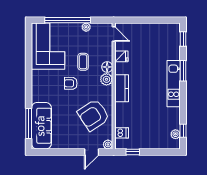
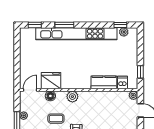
fridge: (121, 56) -> (51, 81), width x1.88, depth x1.34
floor lamp: (107, 67) -> (50, 96), moved
kitchen unit: (174, 84) -> (76, 34), width x1.86
kitchen counter: (122, 88) -> (104, 82), moved
armchair: (93, 115) -> (106, 109), removed

